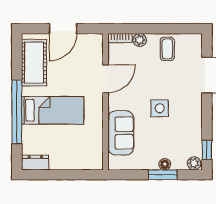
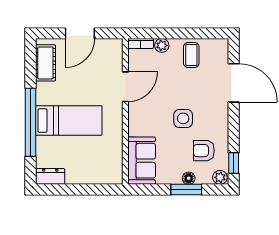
cot: (34, 63) -> (45, 63), width x0.73, depth x0.75
sofa: (121, 133) -> (142, 161), moved
armchair: (179, 138) -> (204, 151), added

